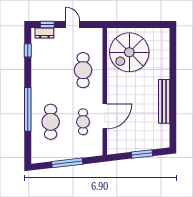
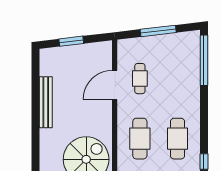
window: (28, 109) -> (204, 60), moved
cafe table: (51, 122) -> (178, 139), moved

